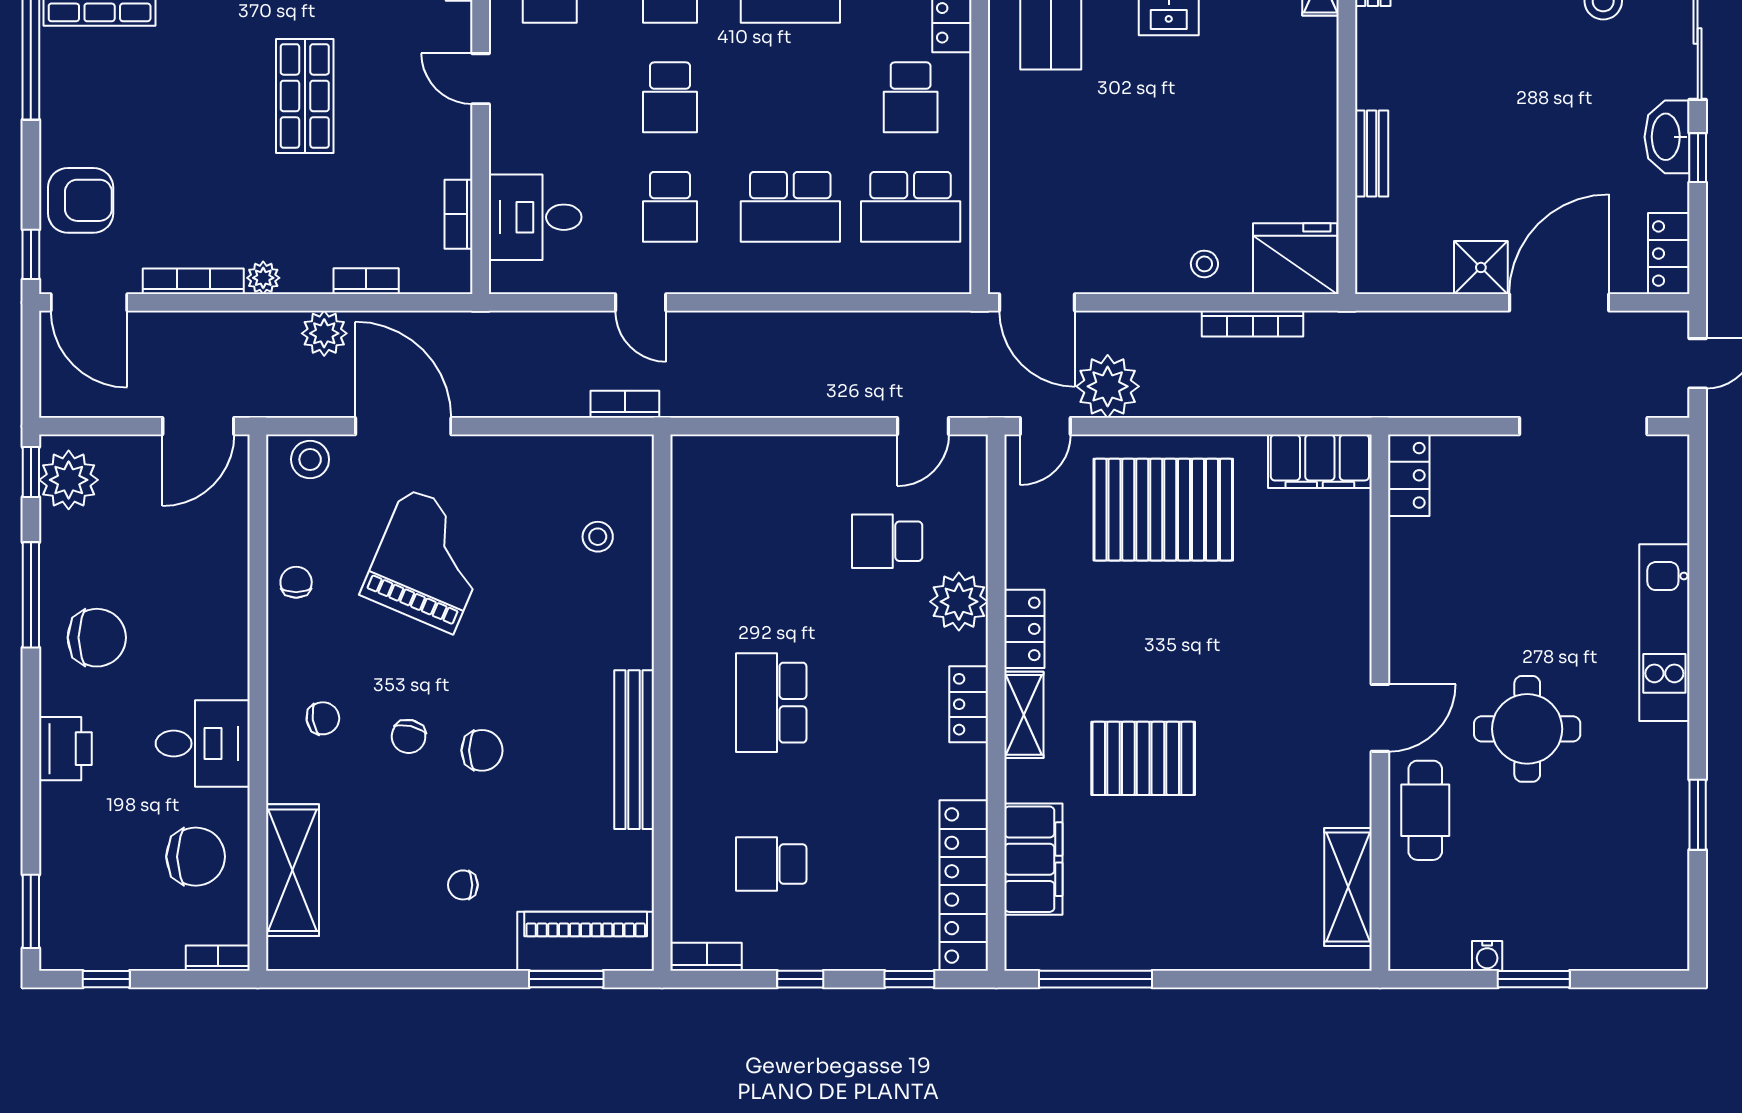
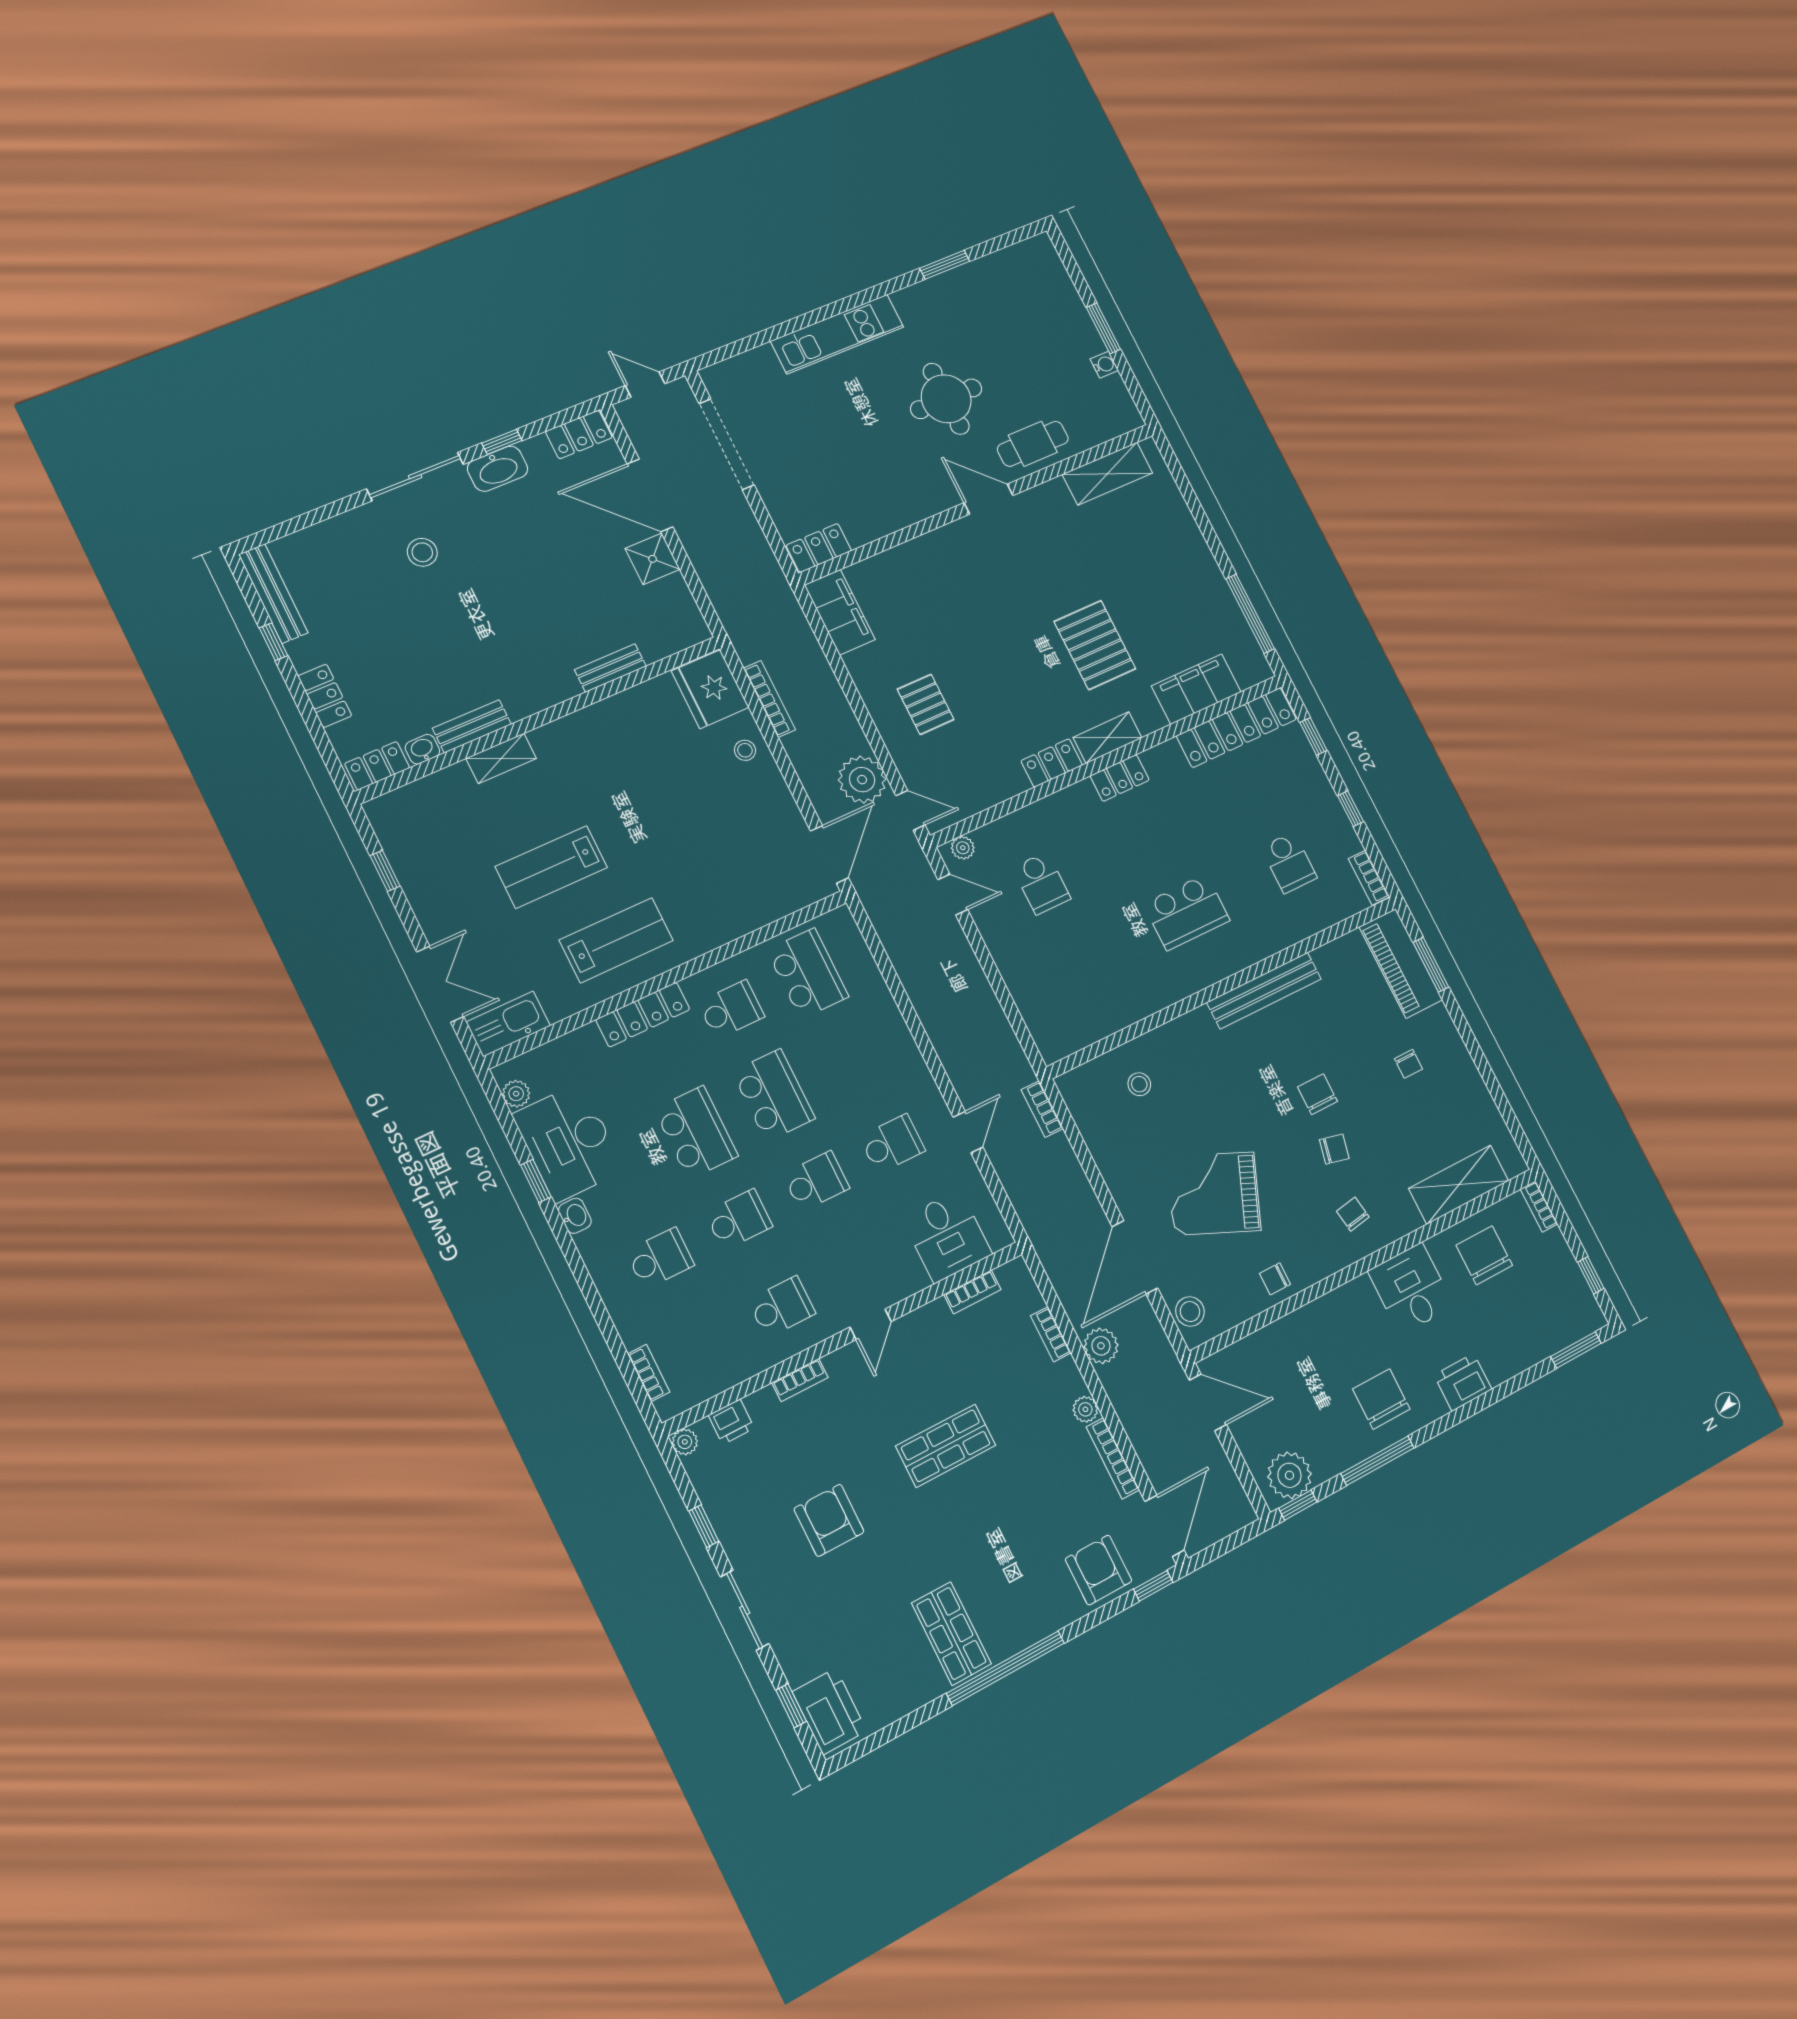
school desk: (790, 207) -> (774, 1095), moved
pallet: (1163, 510) -> (926, 704), width x0.49, depth x0.50
plant: (959, 602) -> (963, 848), moved, width x0.53, depth x0.53

